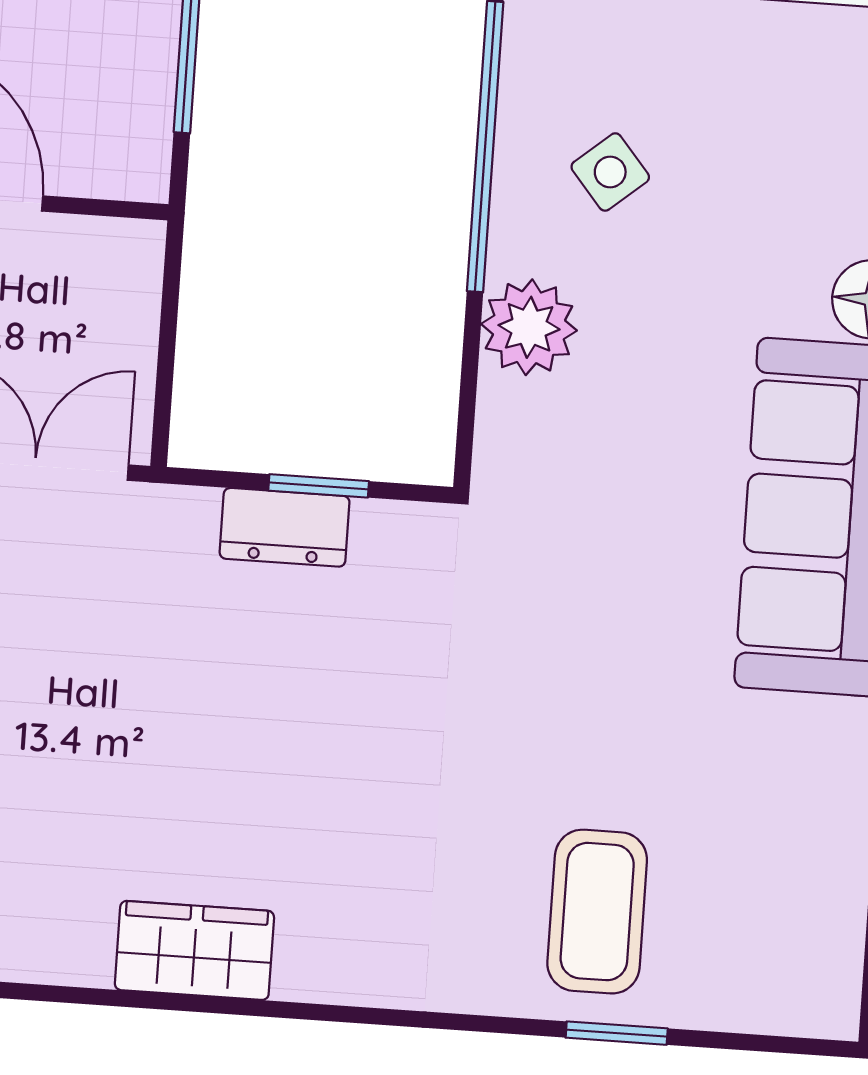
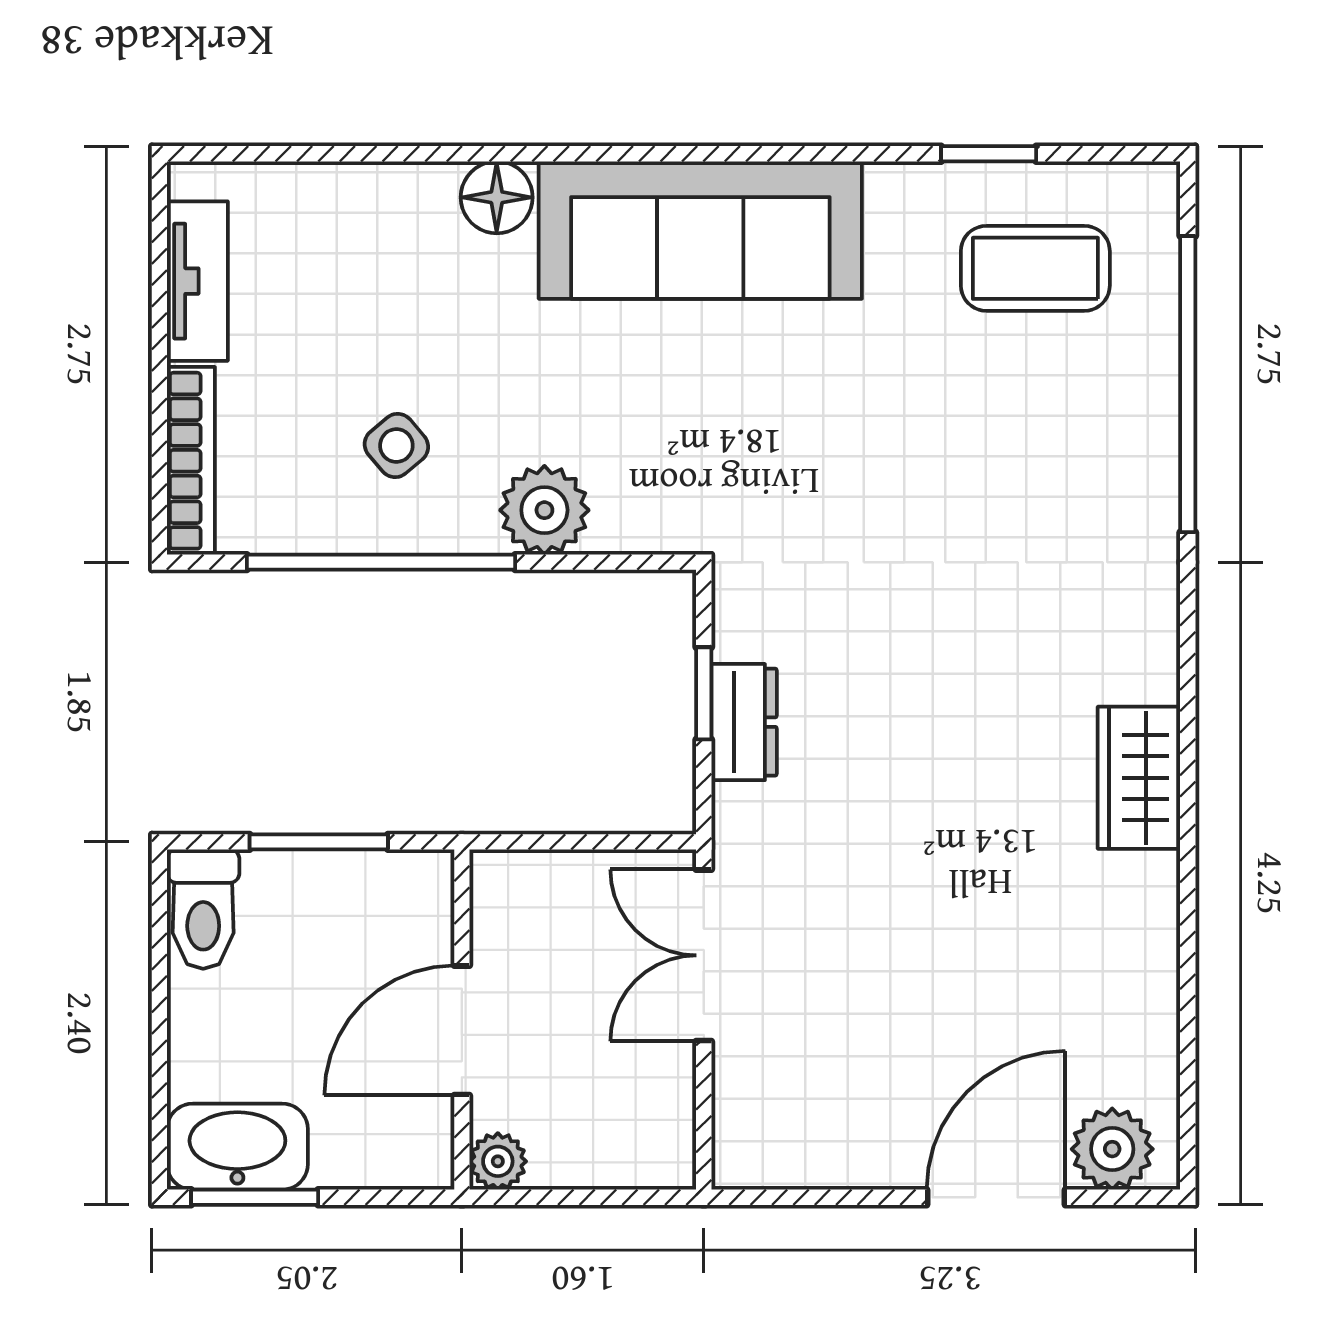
coffee table: (597, 912) -> (1035, 268), moved
window: (617, 1033) -> (1188, 384), width x3.17

